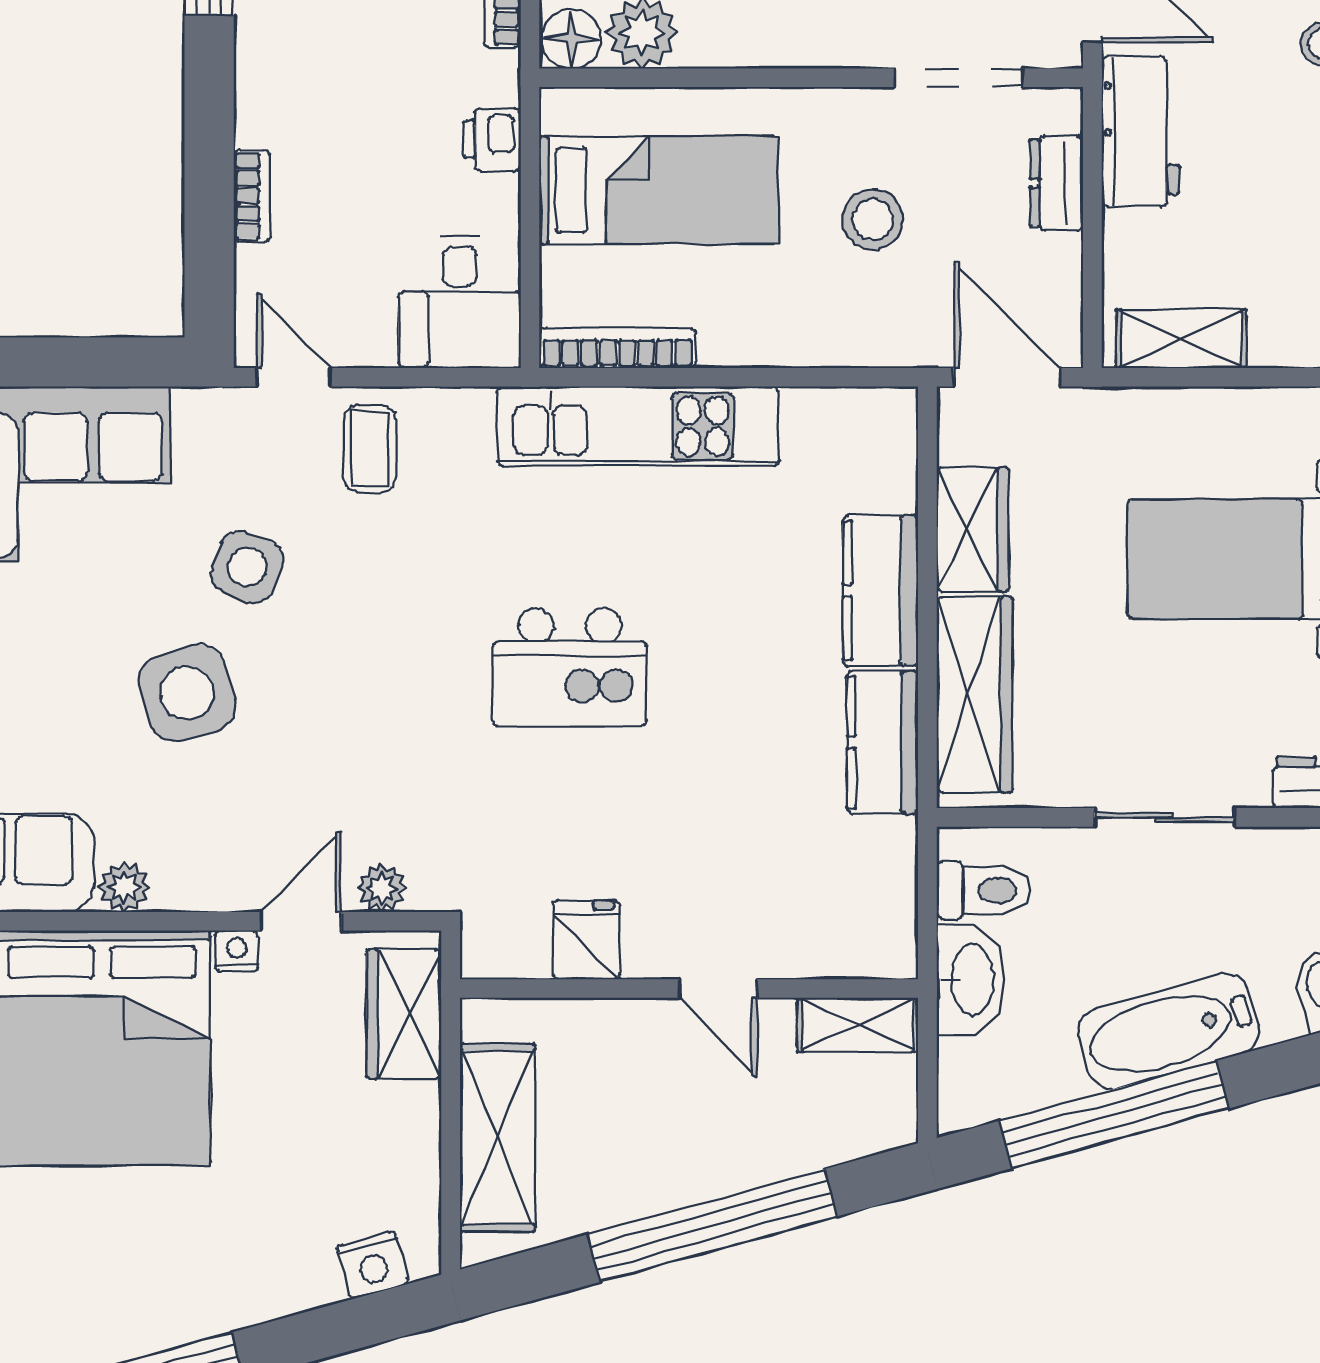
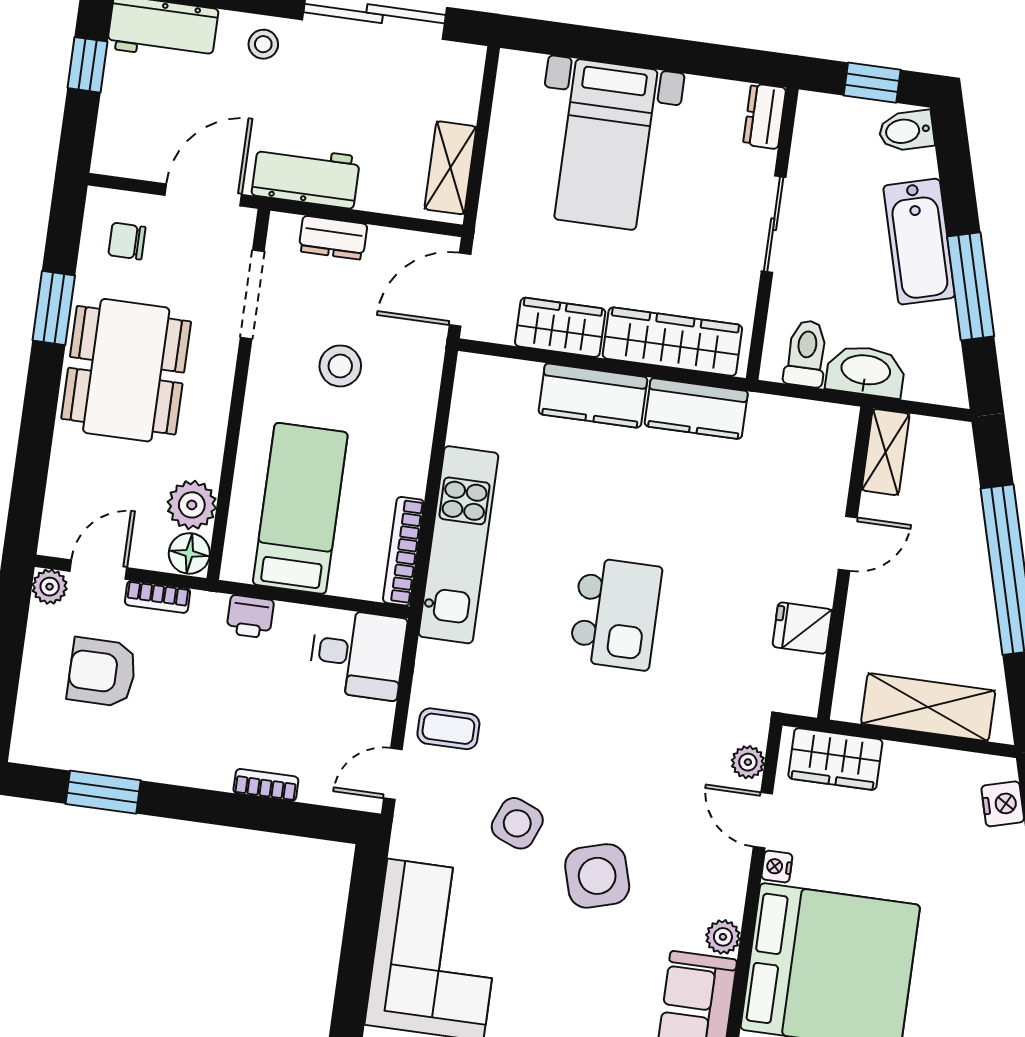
window: (1114, 1115) -> (971, 286), width x0.68

